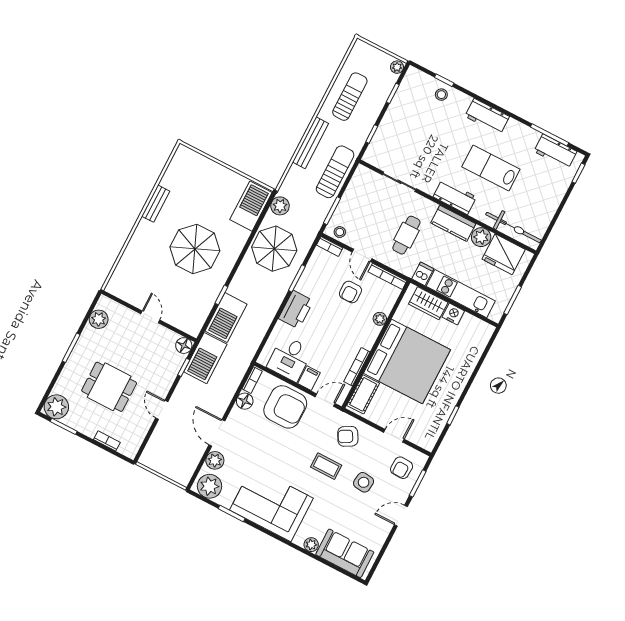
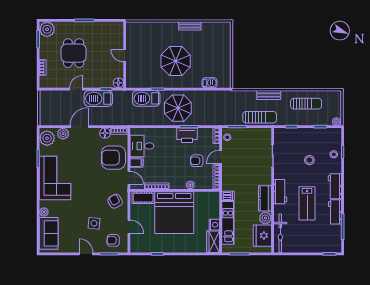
stool: (432, 133) -> (309, 160), added
bench: (311, 143) -> (269, 95), width x0.73
workbench: (555, 151) -> (335, 212), moved
lab bench: (491, 168) -> (307, 203), turned 180
barbecue: (251, 206) -> (210, 83), width x0.53, depth x0.65
plant: (280, 206) -> (225, 96), removed
cafe table: (406, 235) -> (245, 176), removed
parasol: (274, 249) -> (178, 108), moved
wardrobe: (428, 303) -> (213, 242), moved
printer: (296, 310) -> (187, 135), moved
door: (150, 317) -> (125, 56), swing flipped
plant: (99, 319) -> (108, 28), removed
barbecue: (205, 358) -> (98, 99), moved
armchair: (285, 407) -> (113, 158), turned 90
coffee table: (326, 466) -> (92, 198), removed

